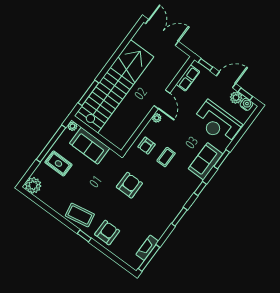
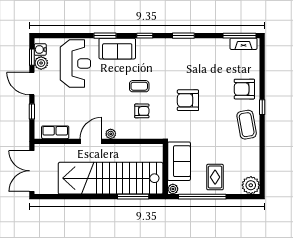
row of seats: (188, 78) -> (55, 132), moved
door: (162, 99) -> (91, 141), moved
wall: (158, 105) -> (99, 141), moved
plant: (157, 118) -> (111, 134), moved
fireplace: (147, 248) -> (244, 44), moved

